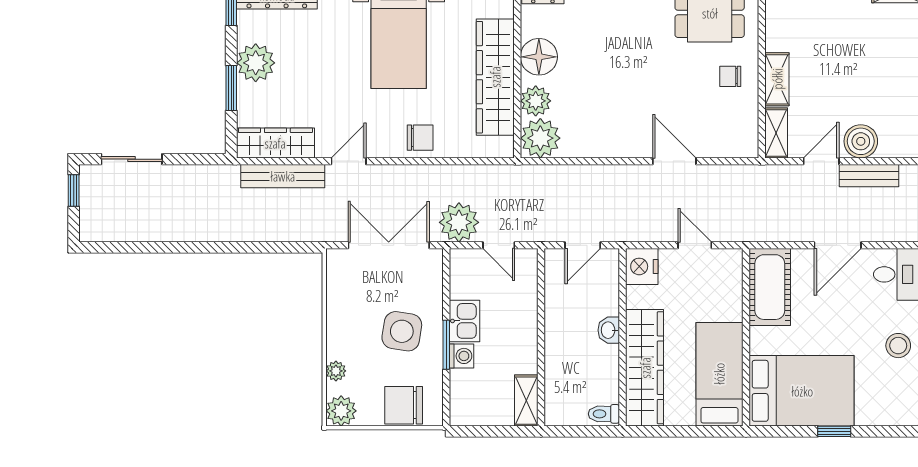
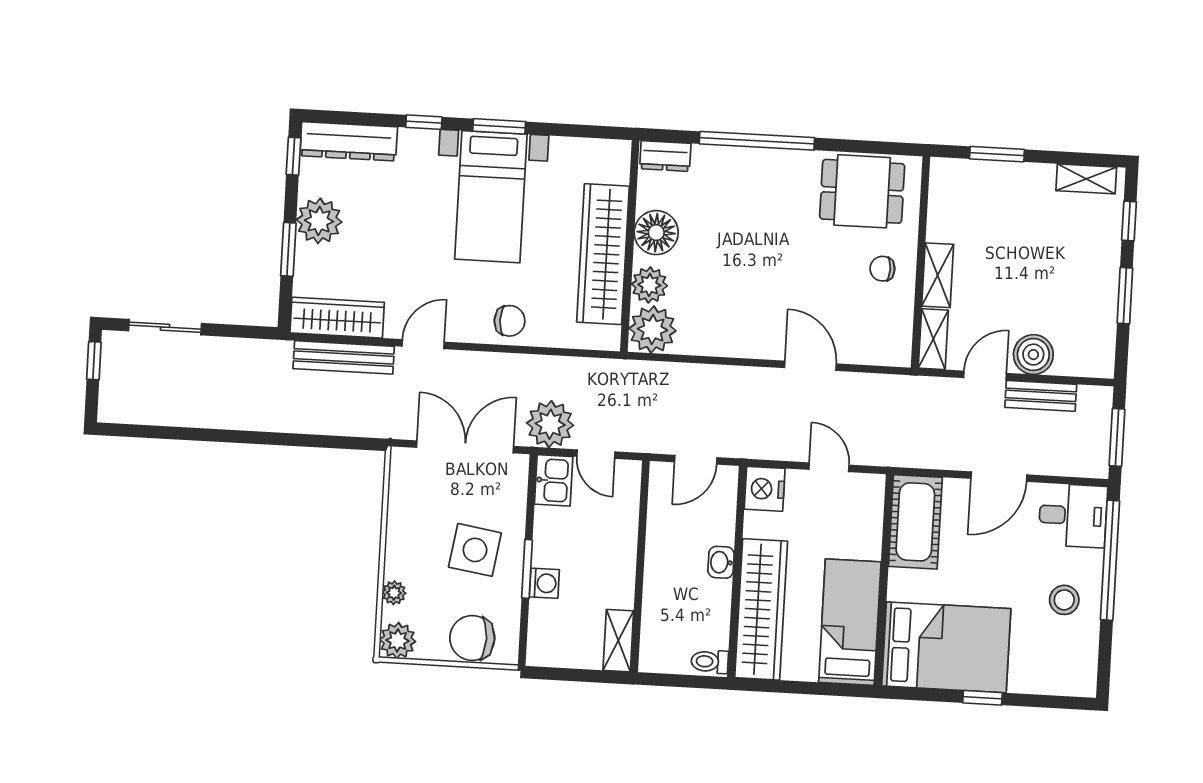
kitchen sink: (465, 321) -> (554, 480), moved

